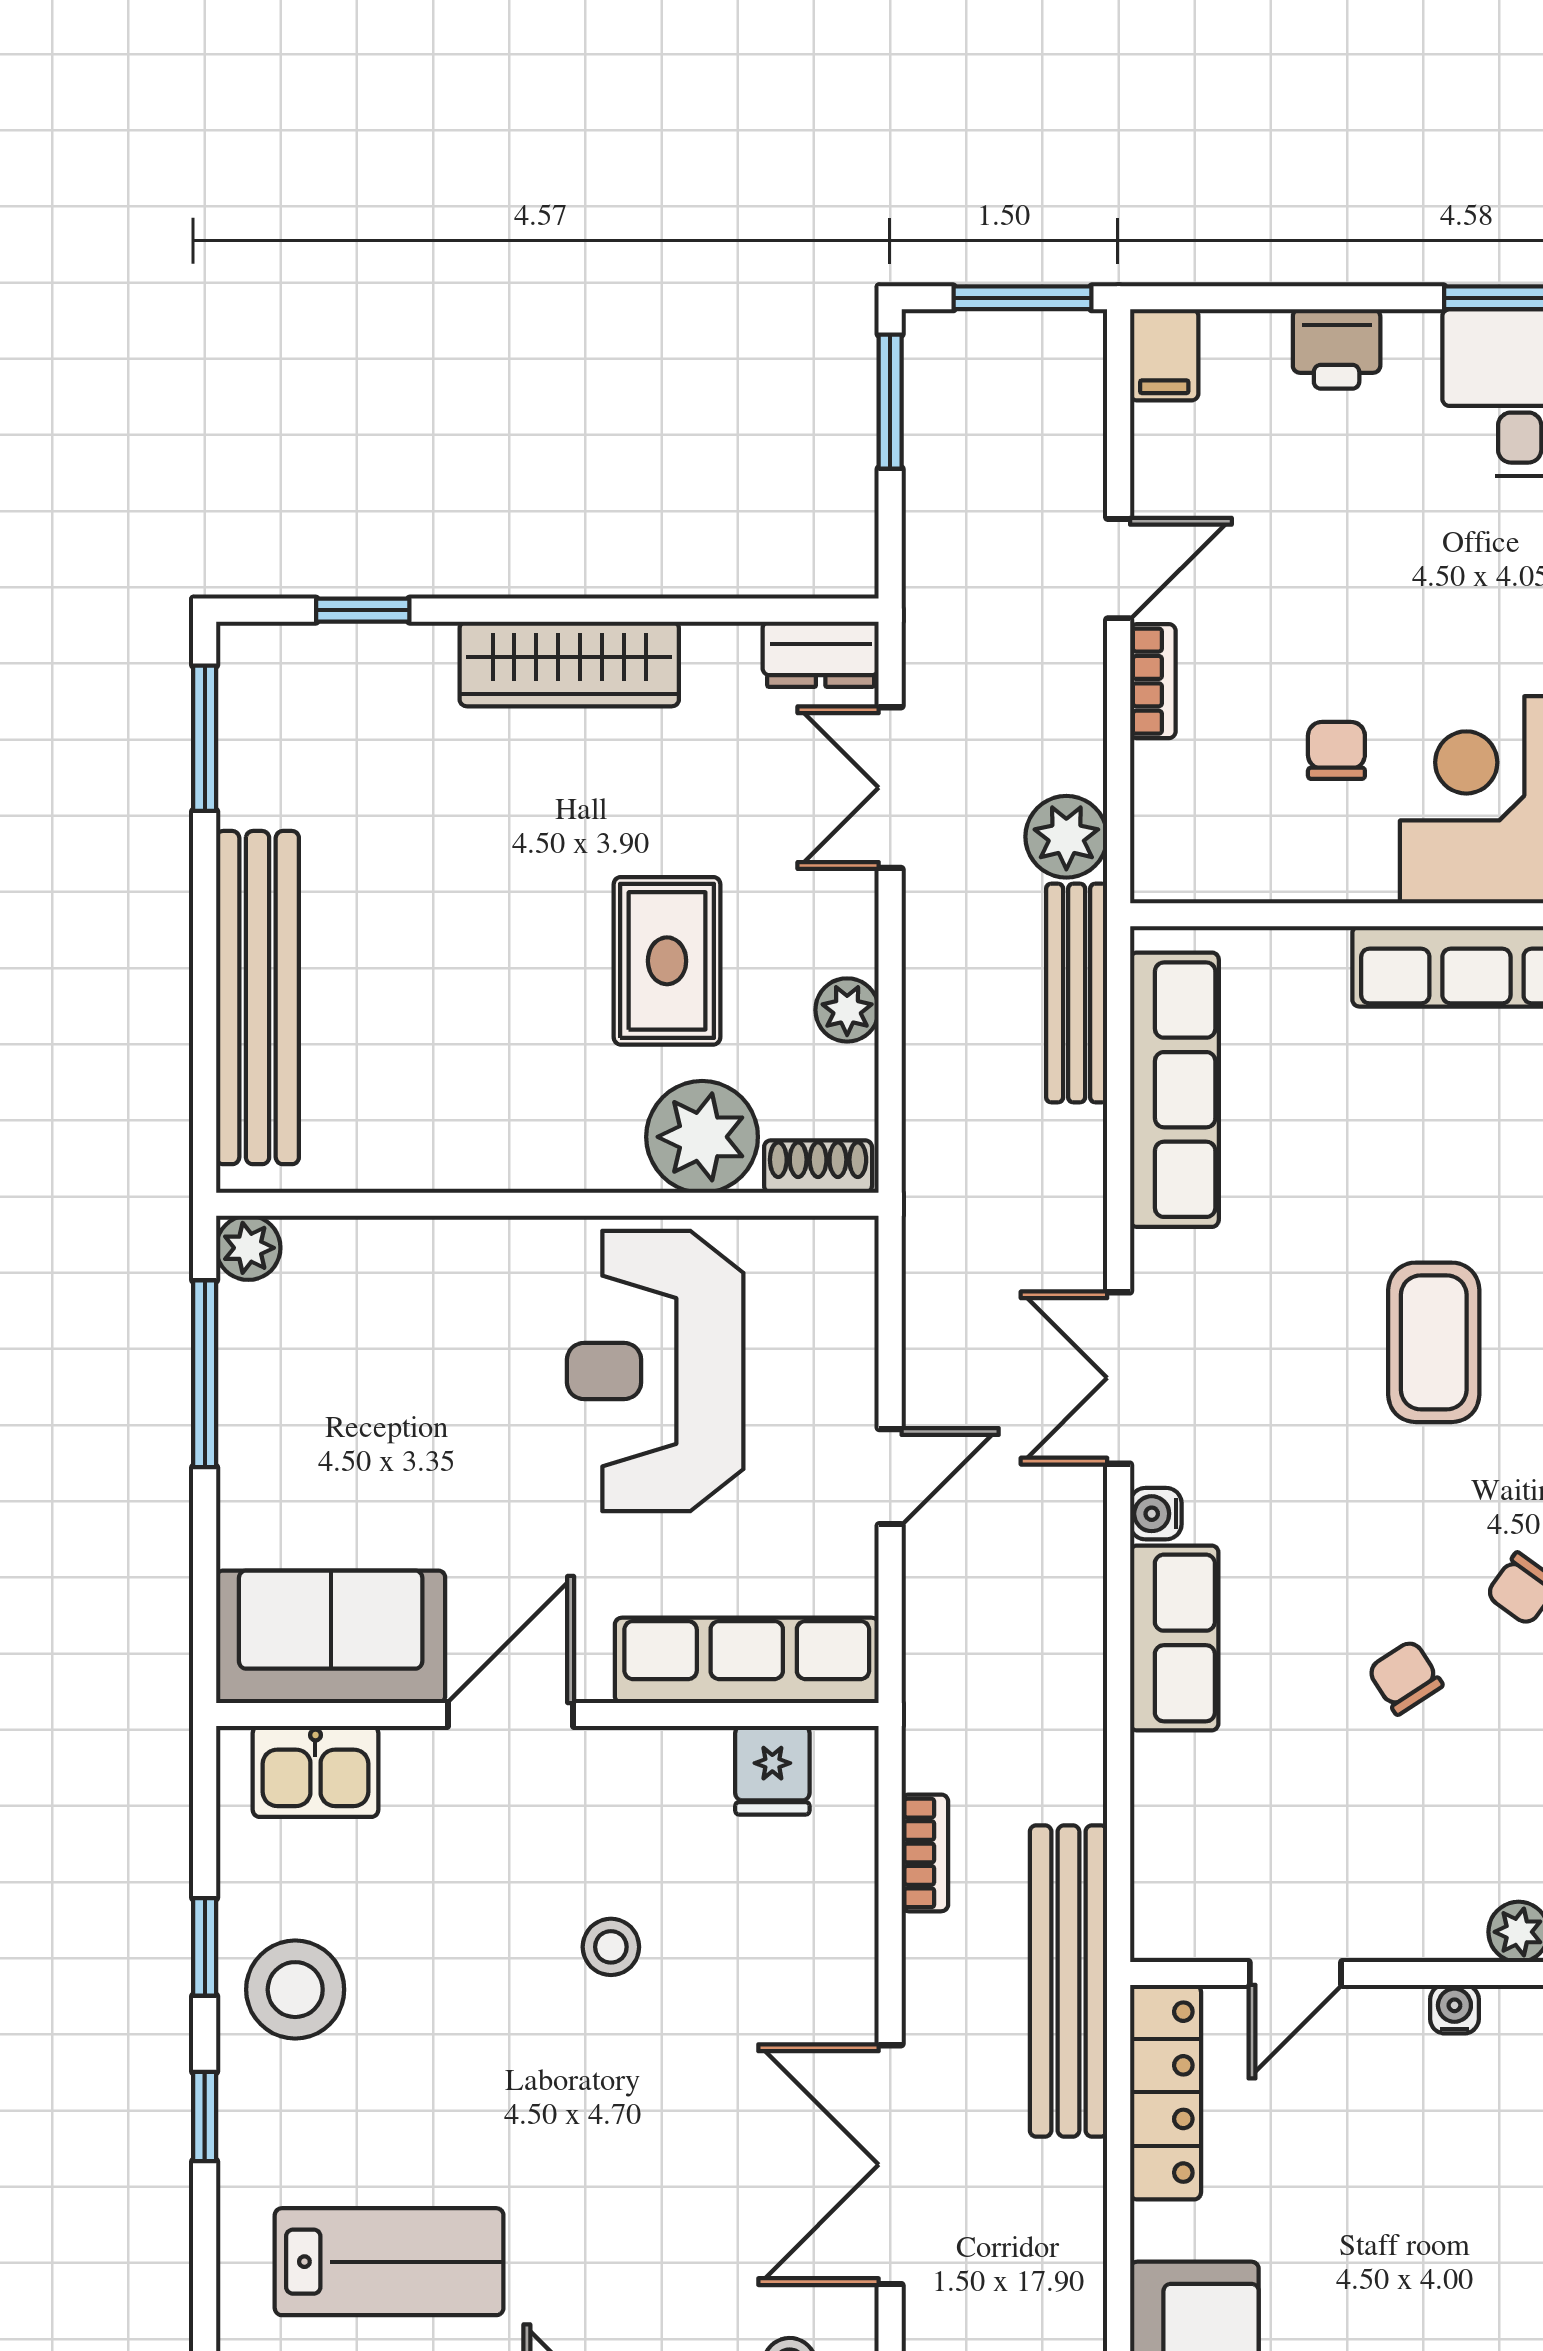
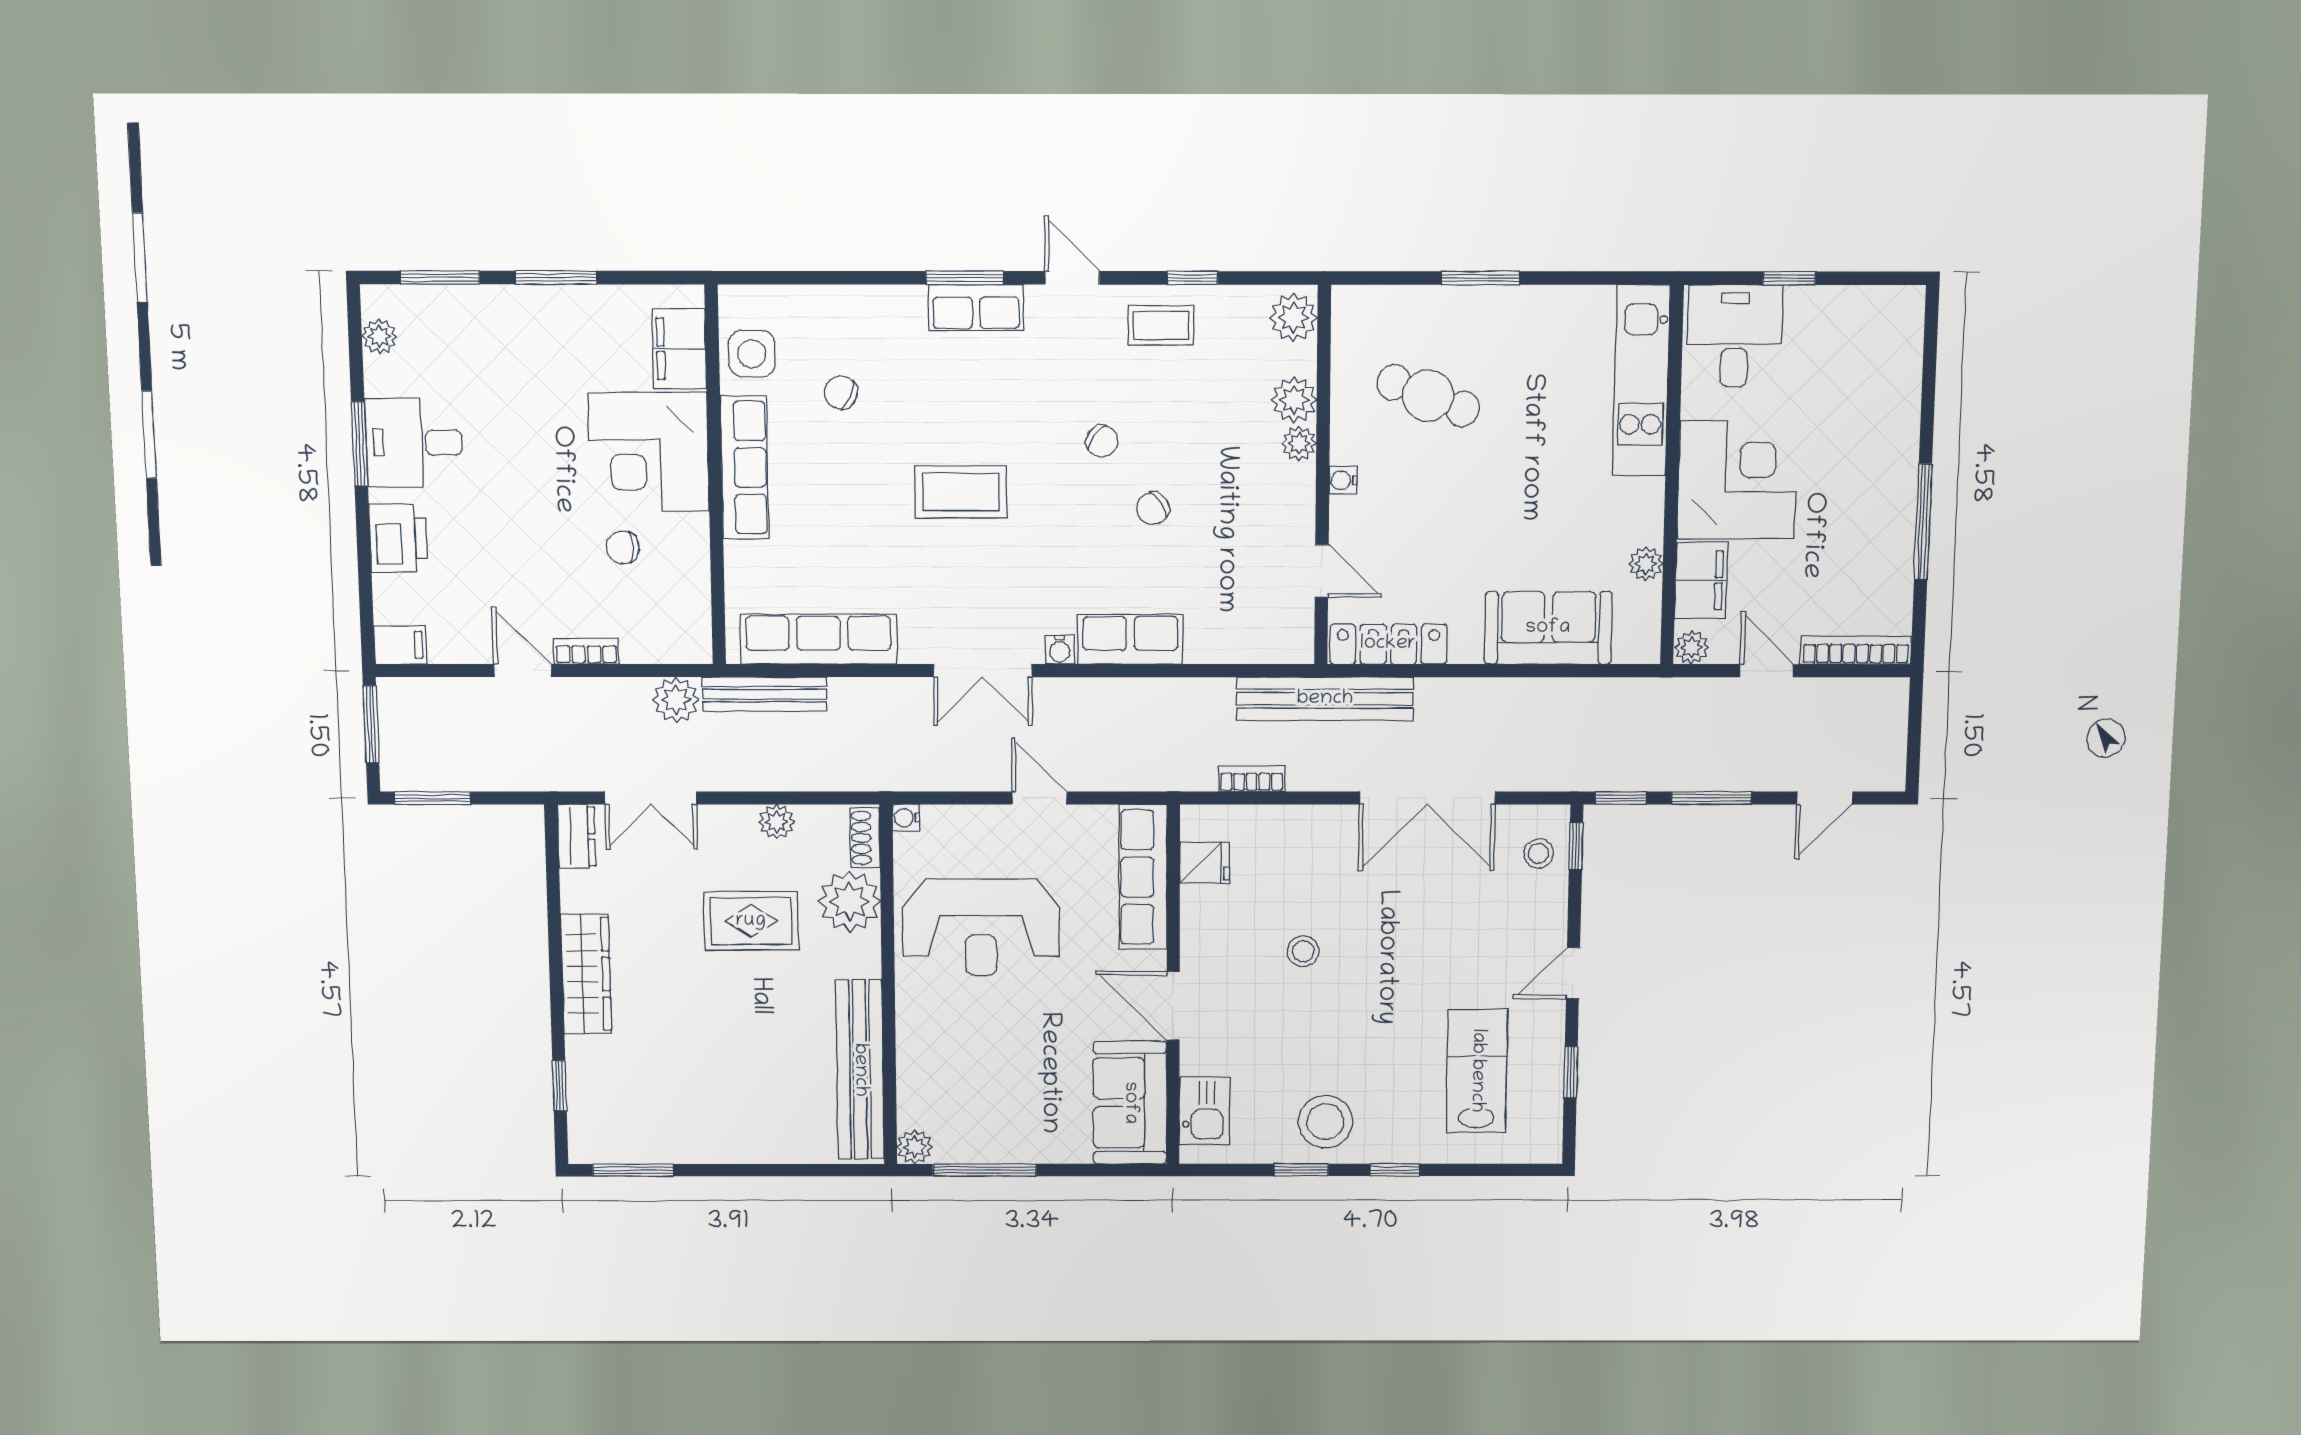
printer: (1337, 349) -> (398, 538), width x1.36, depth x1.24
bench: (258, 998) -> (860, 1070), moved, turned 90
water cooler: (855, 1240) -> (906, 818), added

